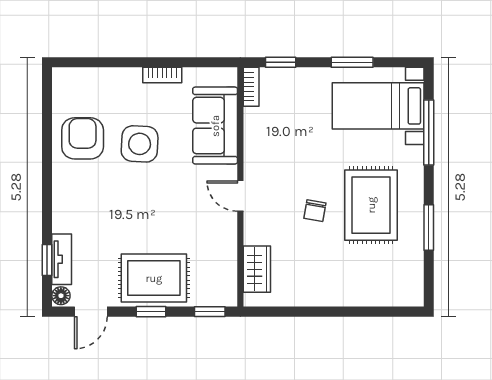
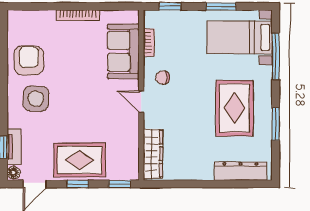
bookcase: (162, 75) -> (78, 15), width x1.56
bookcase: (251, 87) -> (149, 42), moved
side table: (140, 144) -> (36, 99), moved
chair: (315, 211) -> (163, 77), moved, turned 80
wardrobe: (257, 269) -> (153, 154), width x1.50
dresser: (380, 294) -> (241, 171), added

